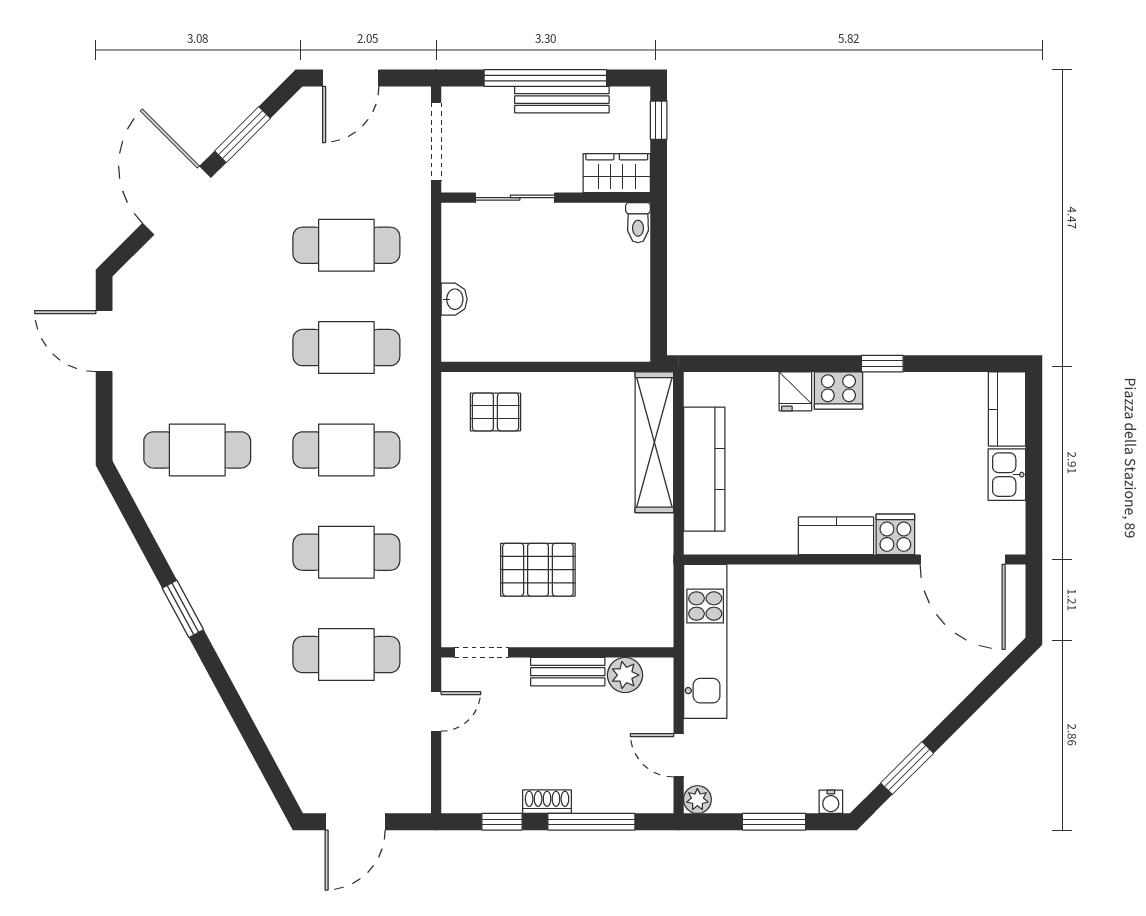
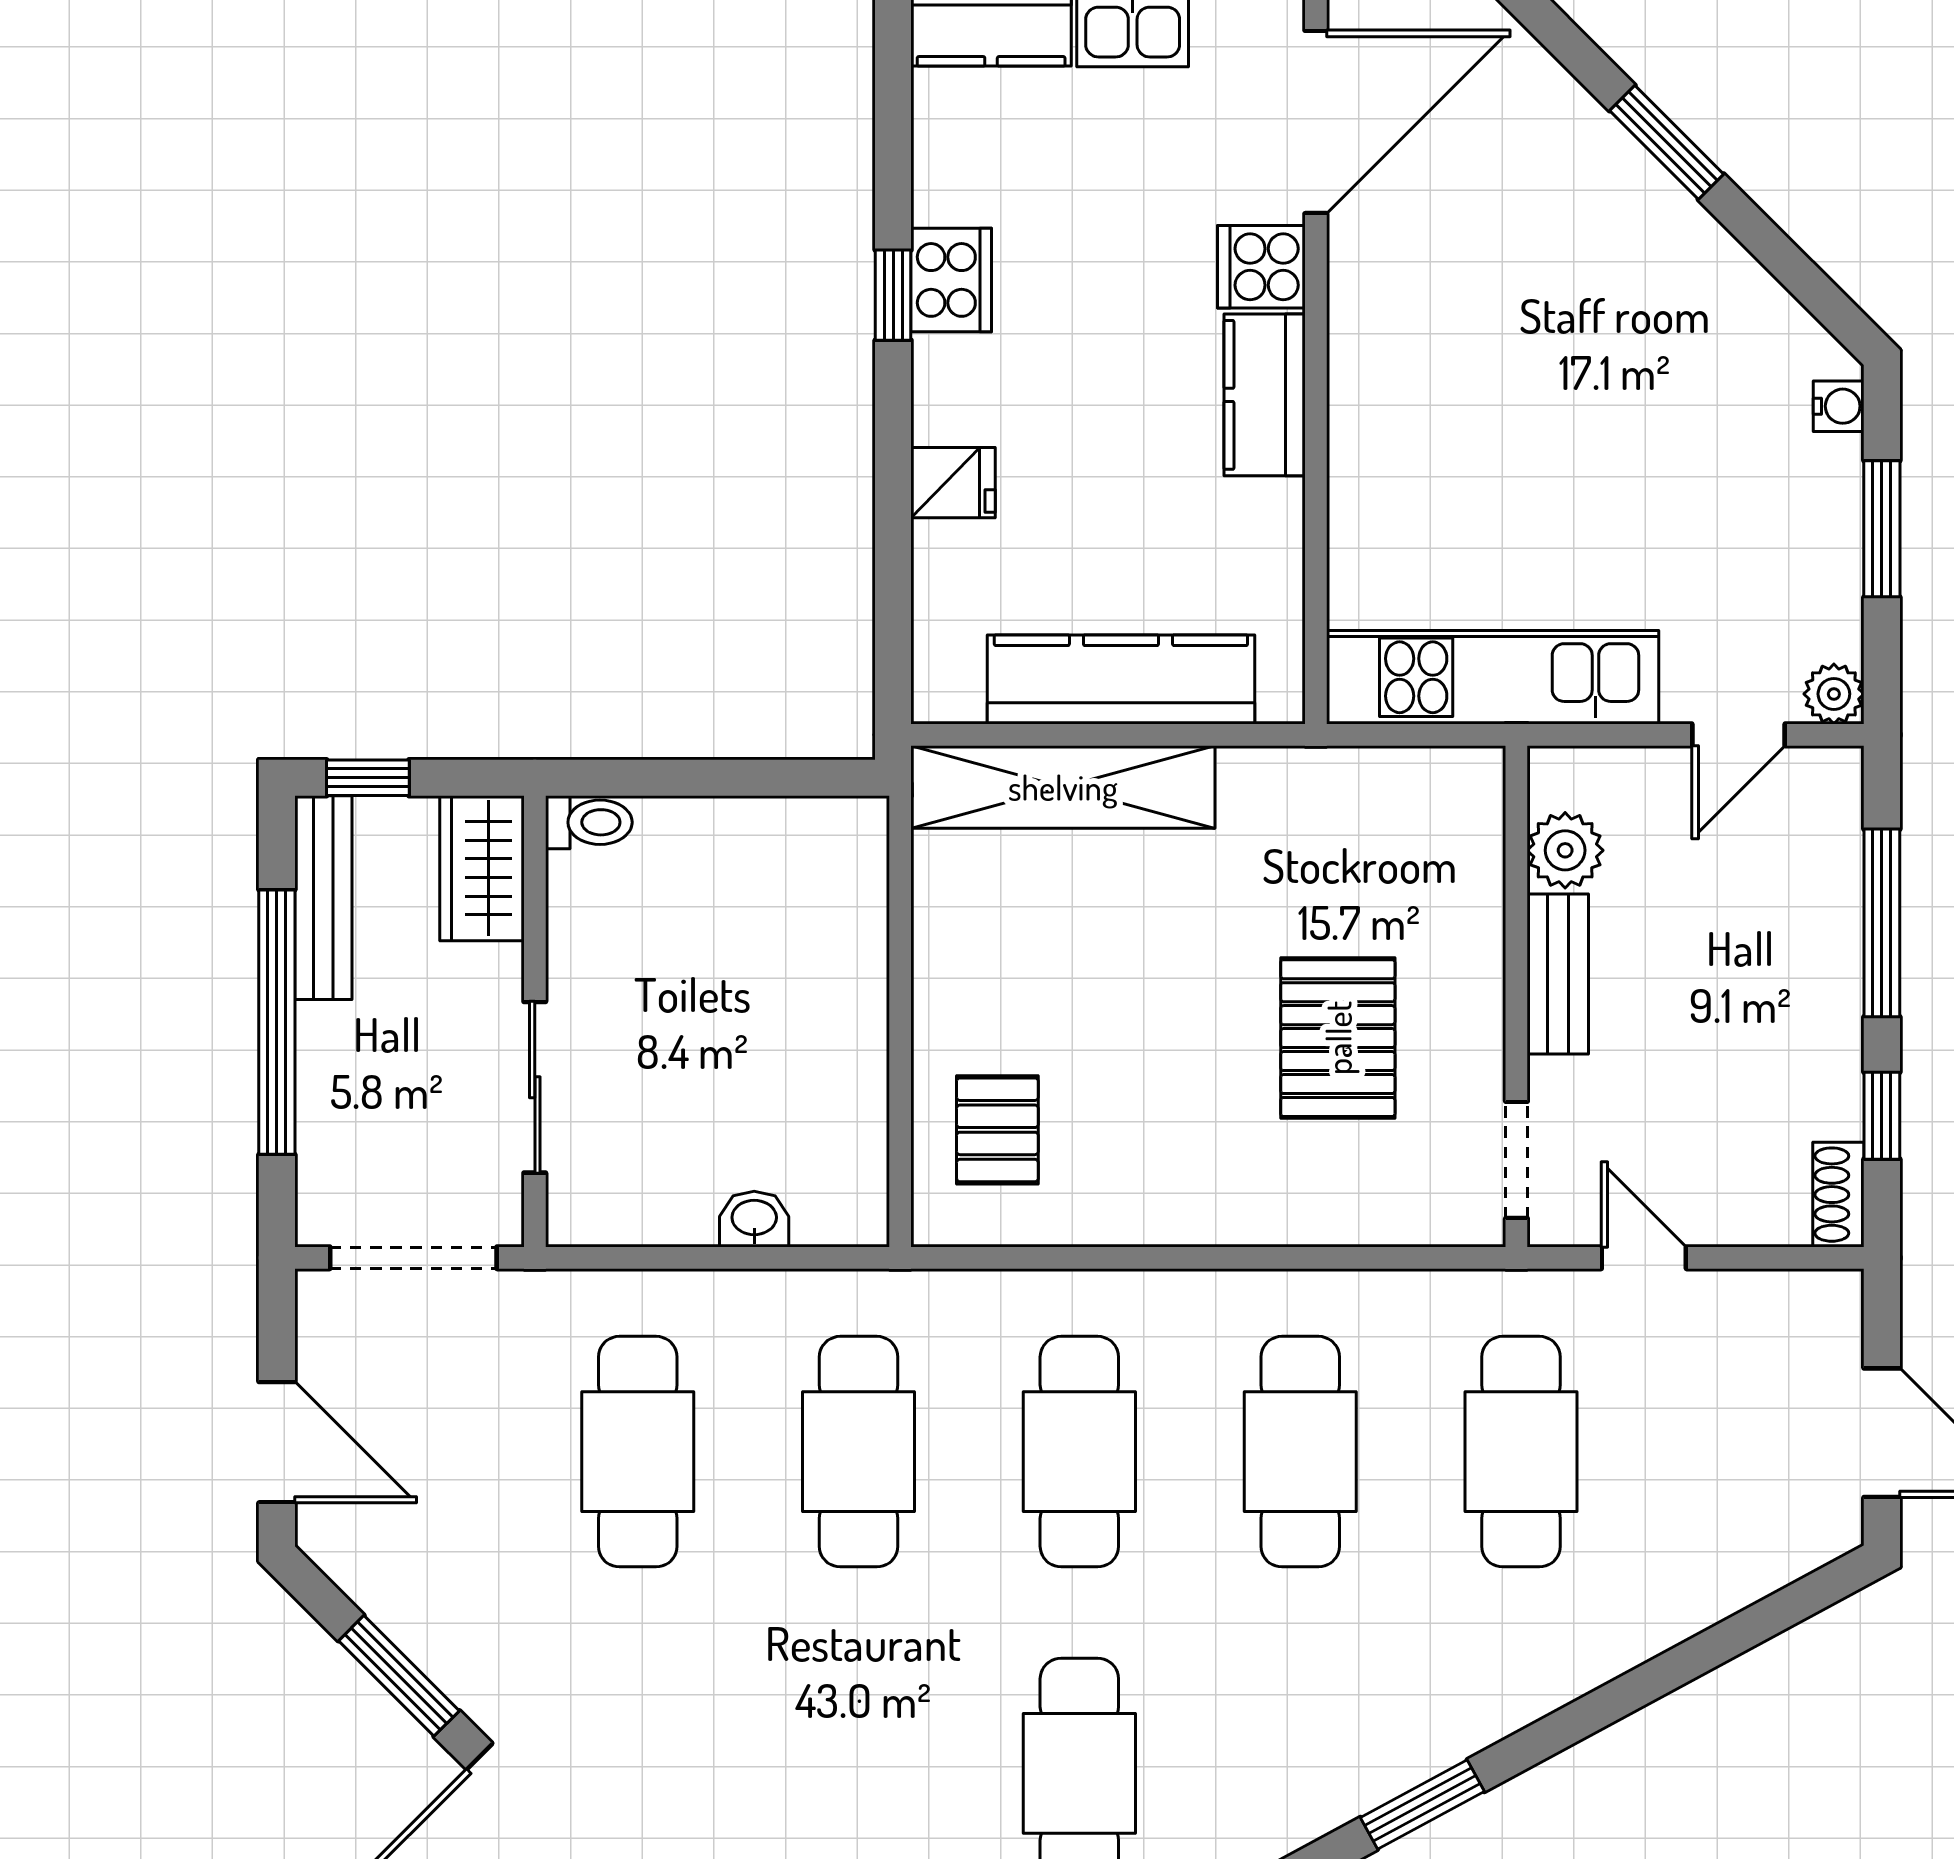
bench: (562, 100) -> (323, 898), moved
cooker: (838, 391) -> (951, 280), moved
window: (907, 768) -> (1667, 142), moved
shoe rack: (547, 802) -> (1838, 1195), moved

